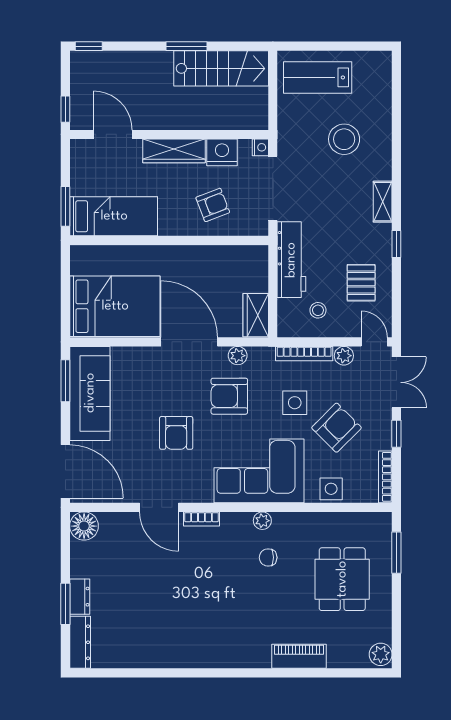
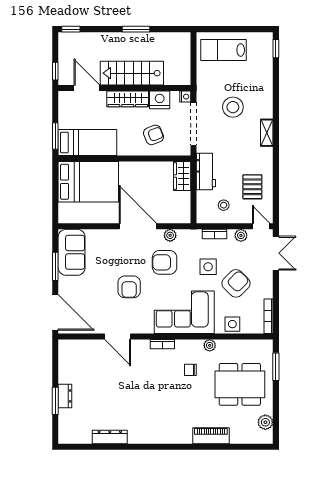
stairs: (221, 68) -> (132, 73), moved, turned 180
stool: (344, 139) -> (233, 107), moved
window: (396, 244) -> (276, 49), moved
workbench: (291, 260) -> (206, 171), width x0.73
bed: (115, 306) -> (88, 182), moved
wardrobe: (256, 315) -> (182, 176), moved
bookcase: (304, 354) -> (214, 234), width x0.64
window: (65, 381) -> (55, 266), moved
sofa: (90, 393) -> (72, 252), width x0.73
window: (396, 434) -> (276, 287), removed
bookcase: (201, 519) -> (162, 344), moved
plant: (262, 521) -> (210, 345), moved
floor lamp: (84, 526) -> (68, 349), removed
dining table: (342, 579) -> (240, 384), width x1.38
dresser: (80, 642) -> (110, 437), moved, turned -90
plant: (381, 654) -> (265, 422), moved

